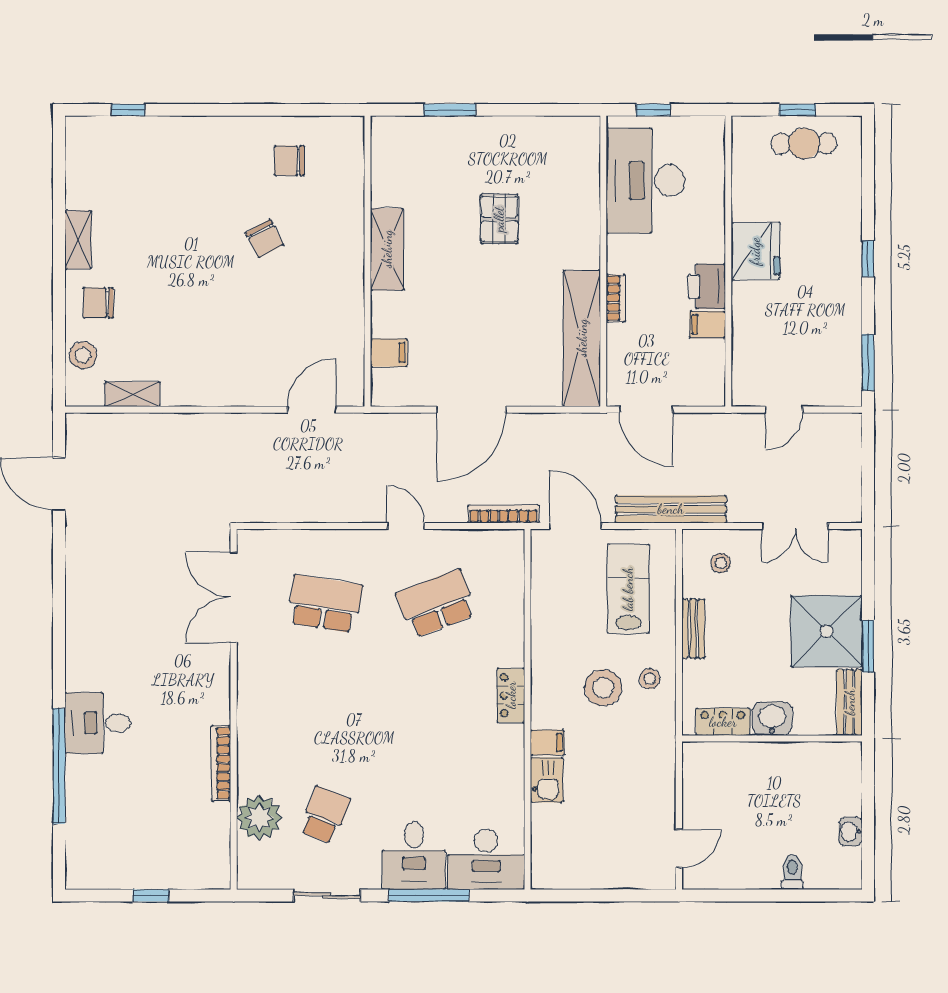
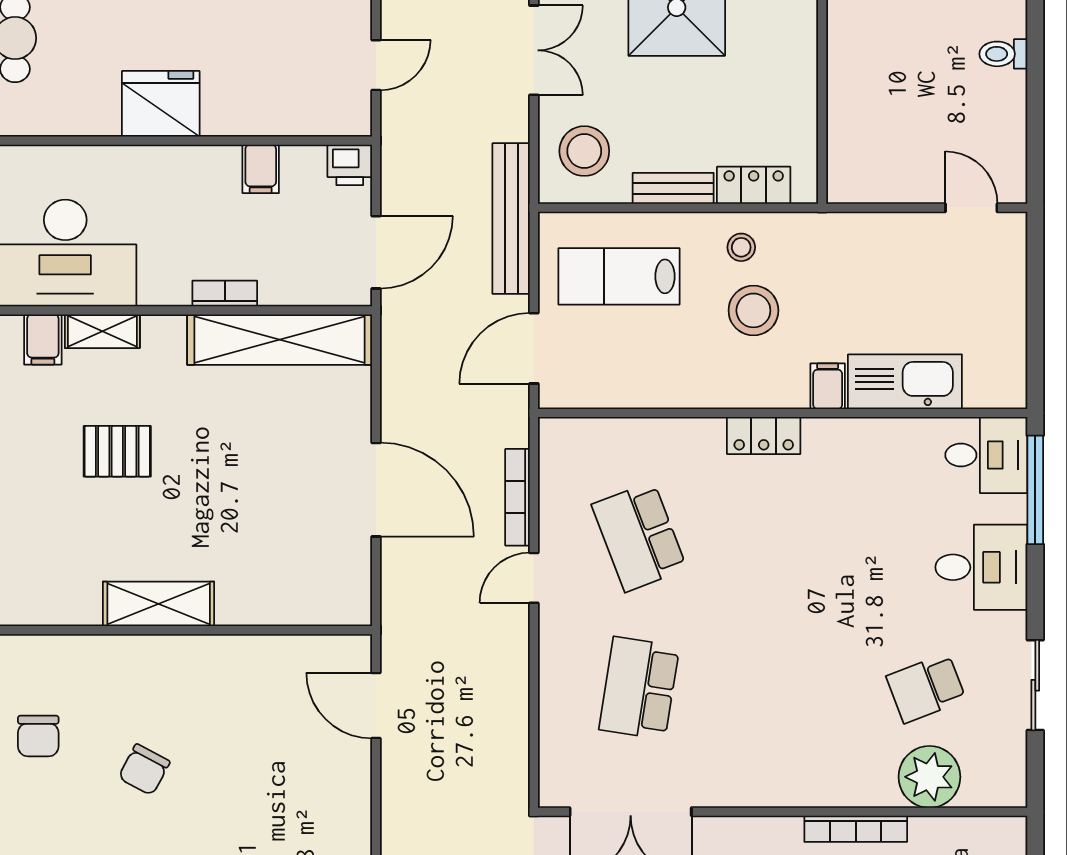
shelving: (588, 208) -> (102, 331), added
chair: (265, 239) -> (144, 770), turned 146
printer: (707, 286) -> (350, 165), moved, width x0.73, depth x0.81
filing cabinet: (389, 353) -> (43, 339), moved, turned 180
door: (784, 410) -> (376, 65), hinge flipped
bookcase: (504, 514) -> (518, 497), moved
stool: (721, 563) -> (584, 151), width x1.89, depth x1.89
washbasin: (772, 719) -> (795, 81), removed
locker: (723, 722) -> (754, 185), moved, turned 90
kitchen sink: (547, 780) -> (905, 382), width x1.88, depth x1.24
school desk: (325, 815) -> (926, 688), turned -42
desk: (486, 859) -> (986, 455), width x0.73
window: (429, 896) -> (1035, 490), moved

